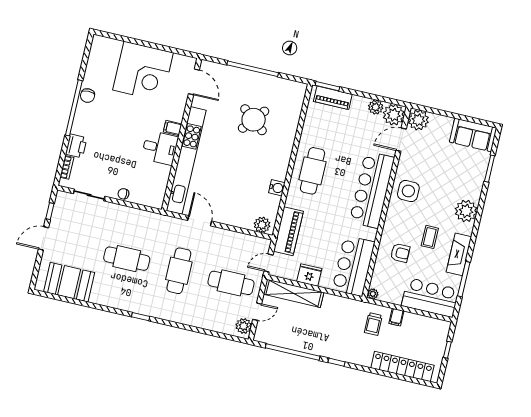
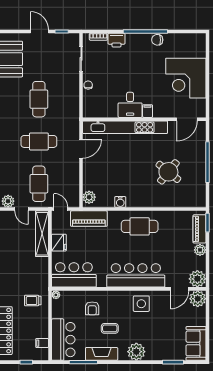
plant: (376, 107) -> (200, 250), moved
door: (401, 140) -> (179, 289), swing flipped
filing cabinet: (396, 317) -> (42, 343), moved

